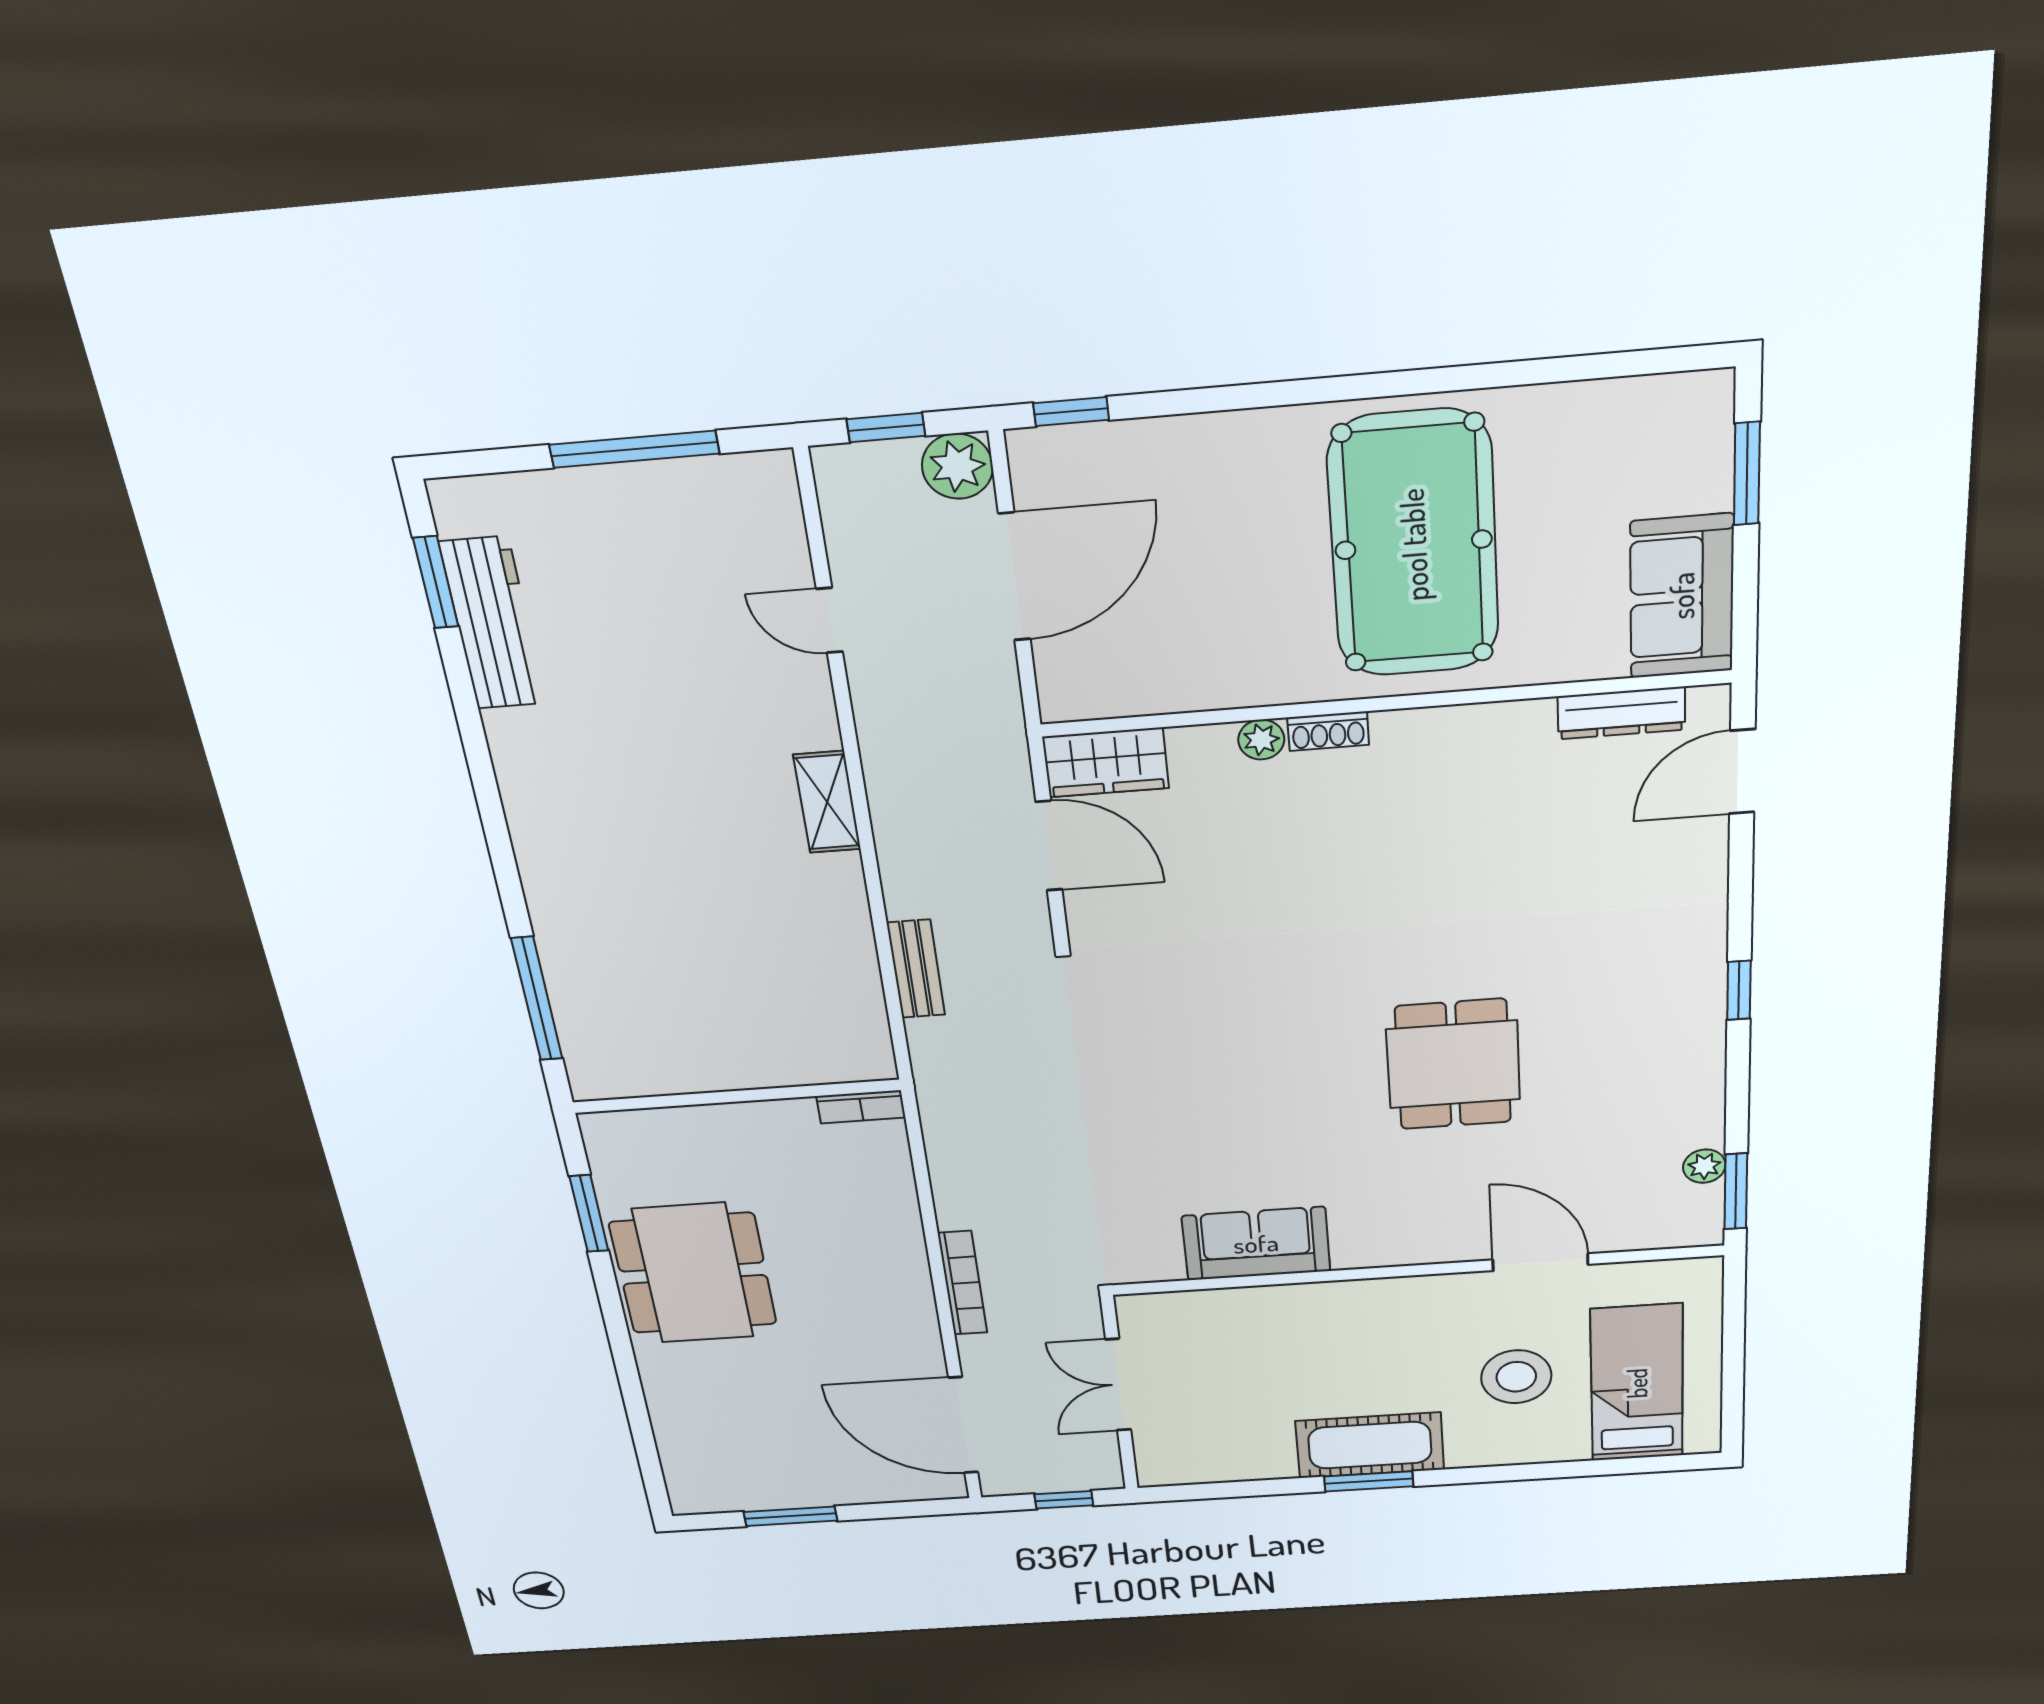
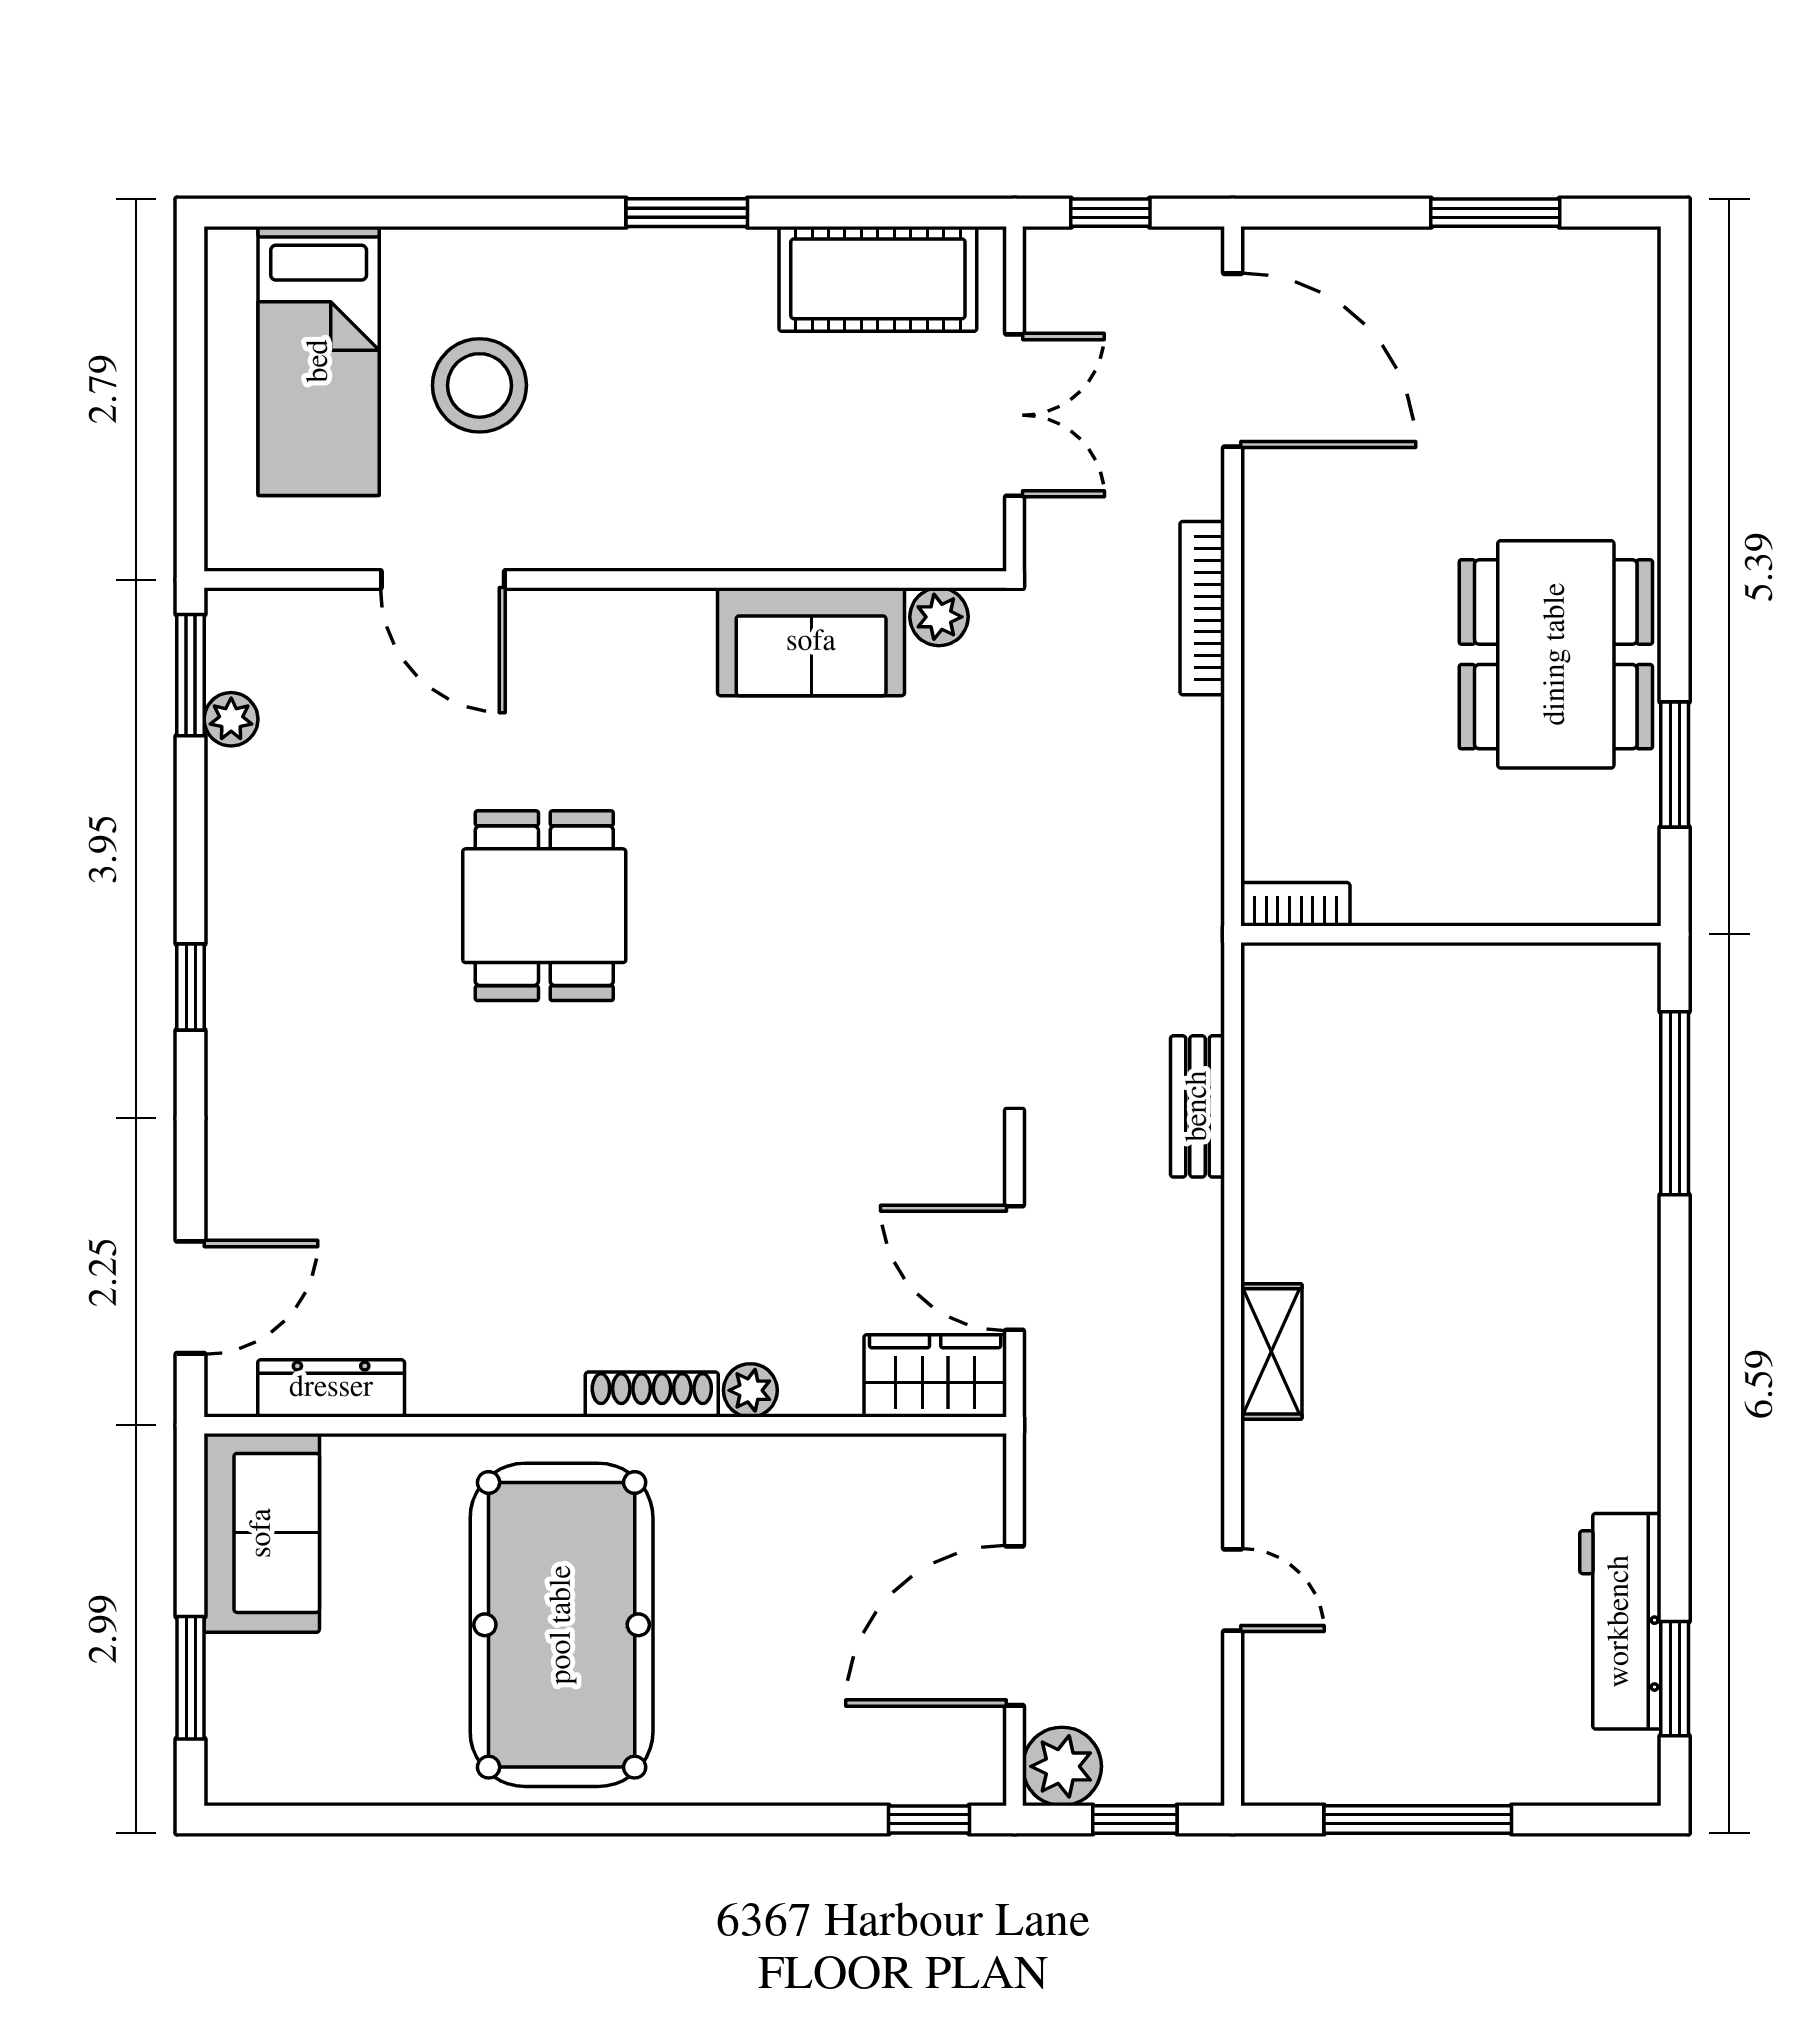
shoe rack: (1328, 731) -> (652, 1395), width x1.43
plant: (1160, 1265) -> (939, 617), added
cot: (1370, 1445) -> (878, 279), moved

